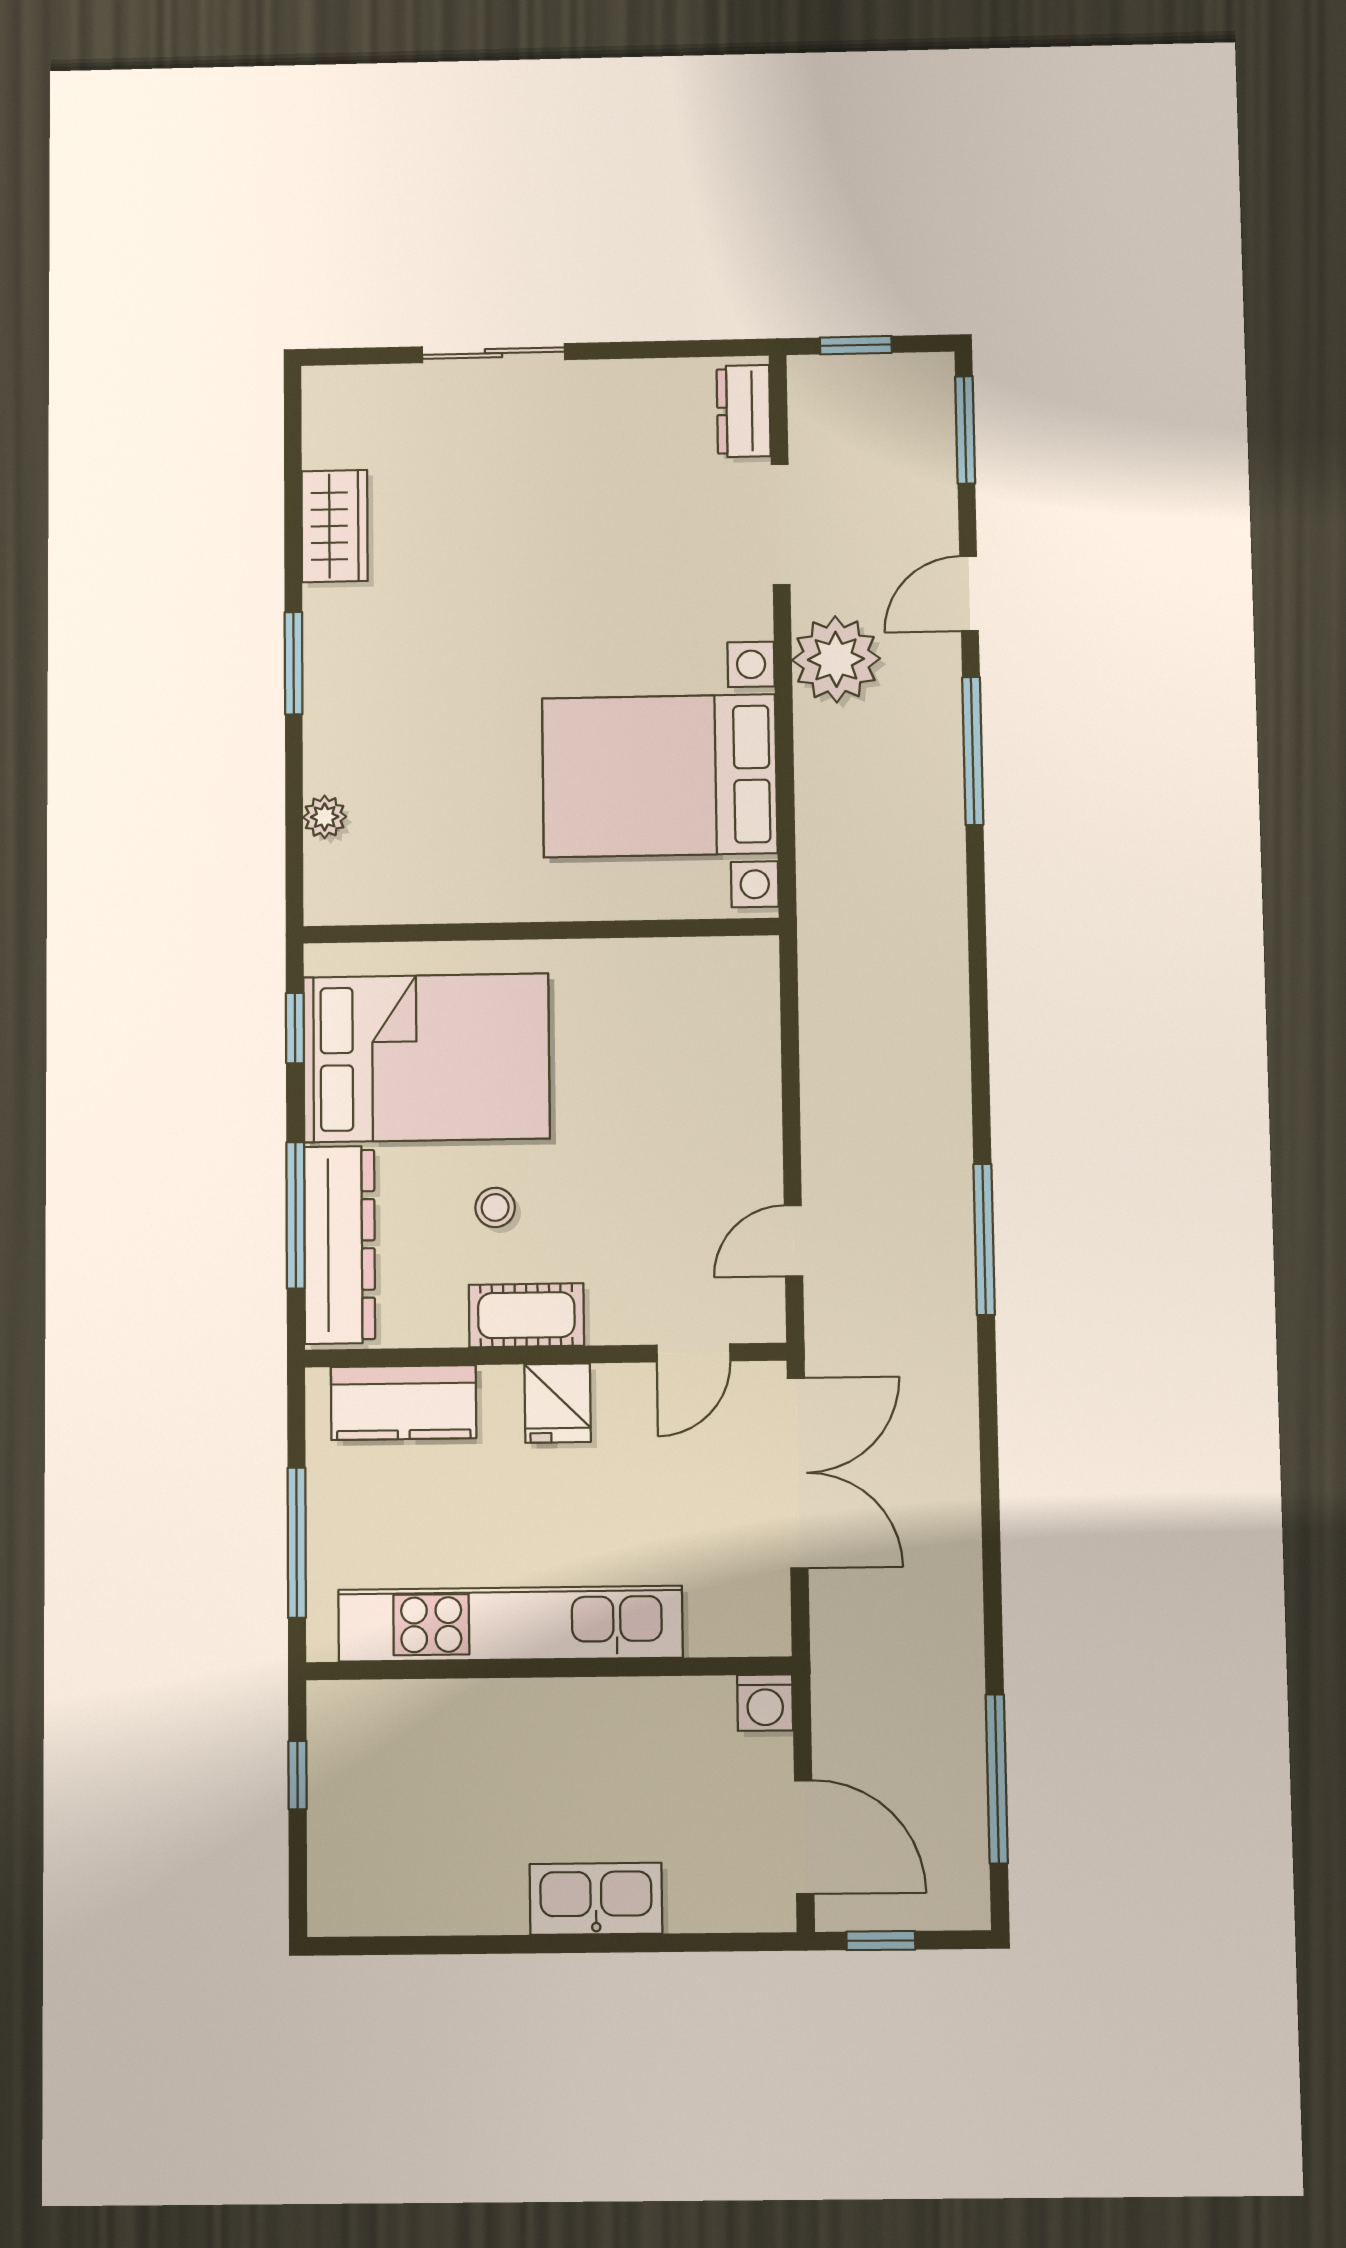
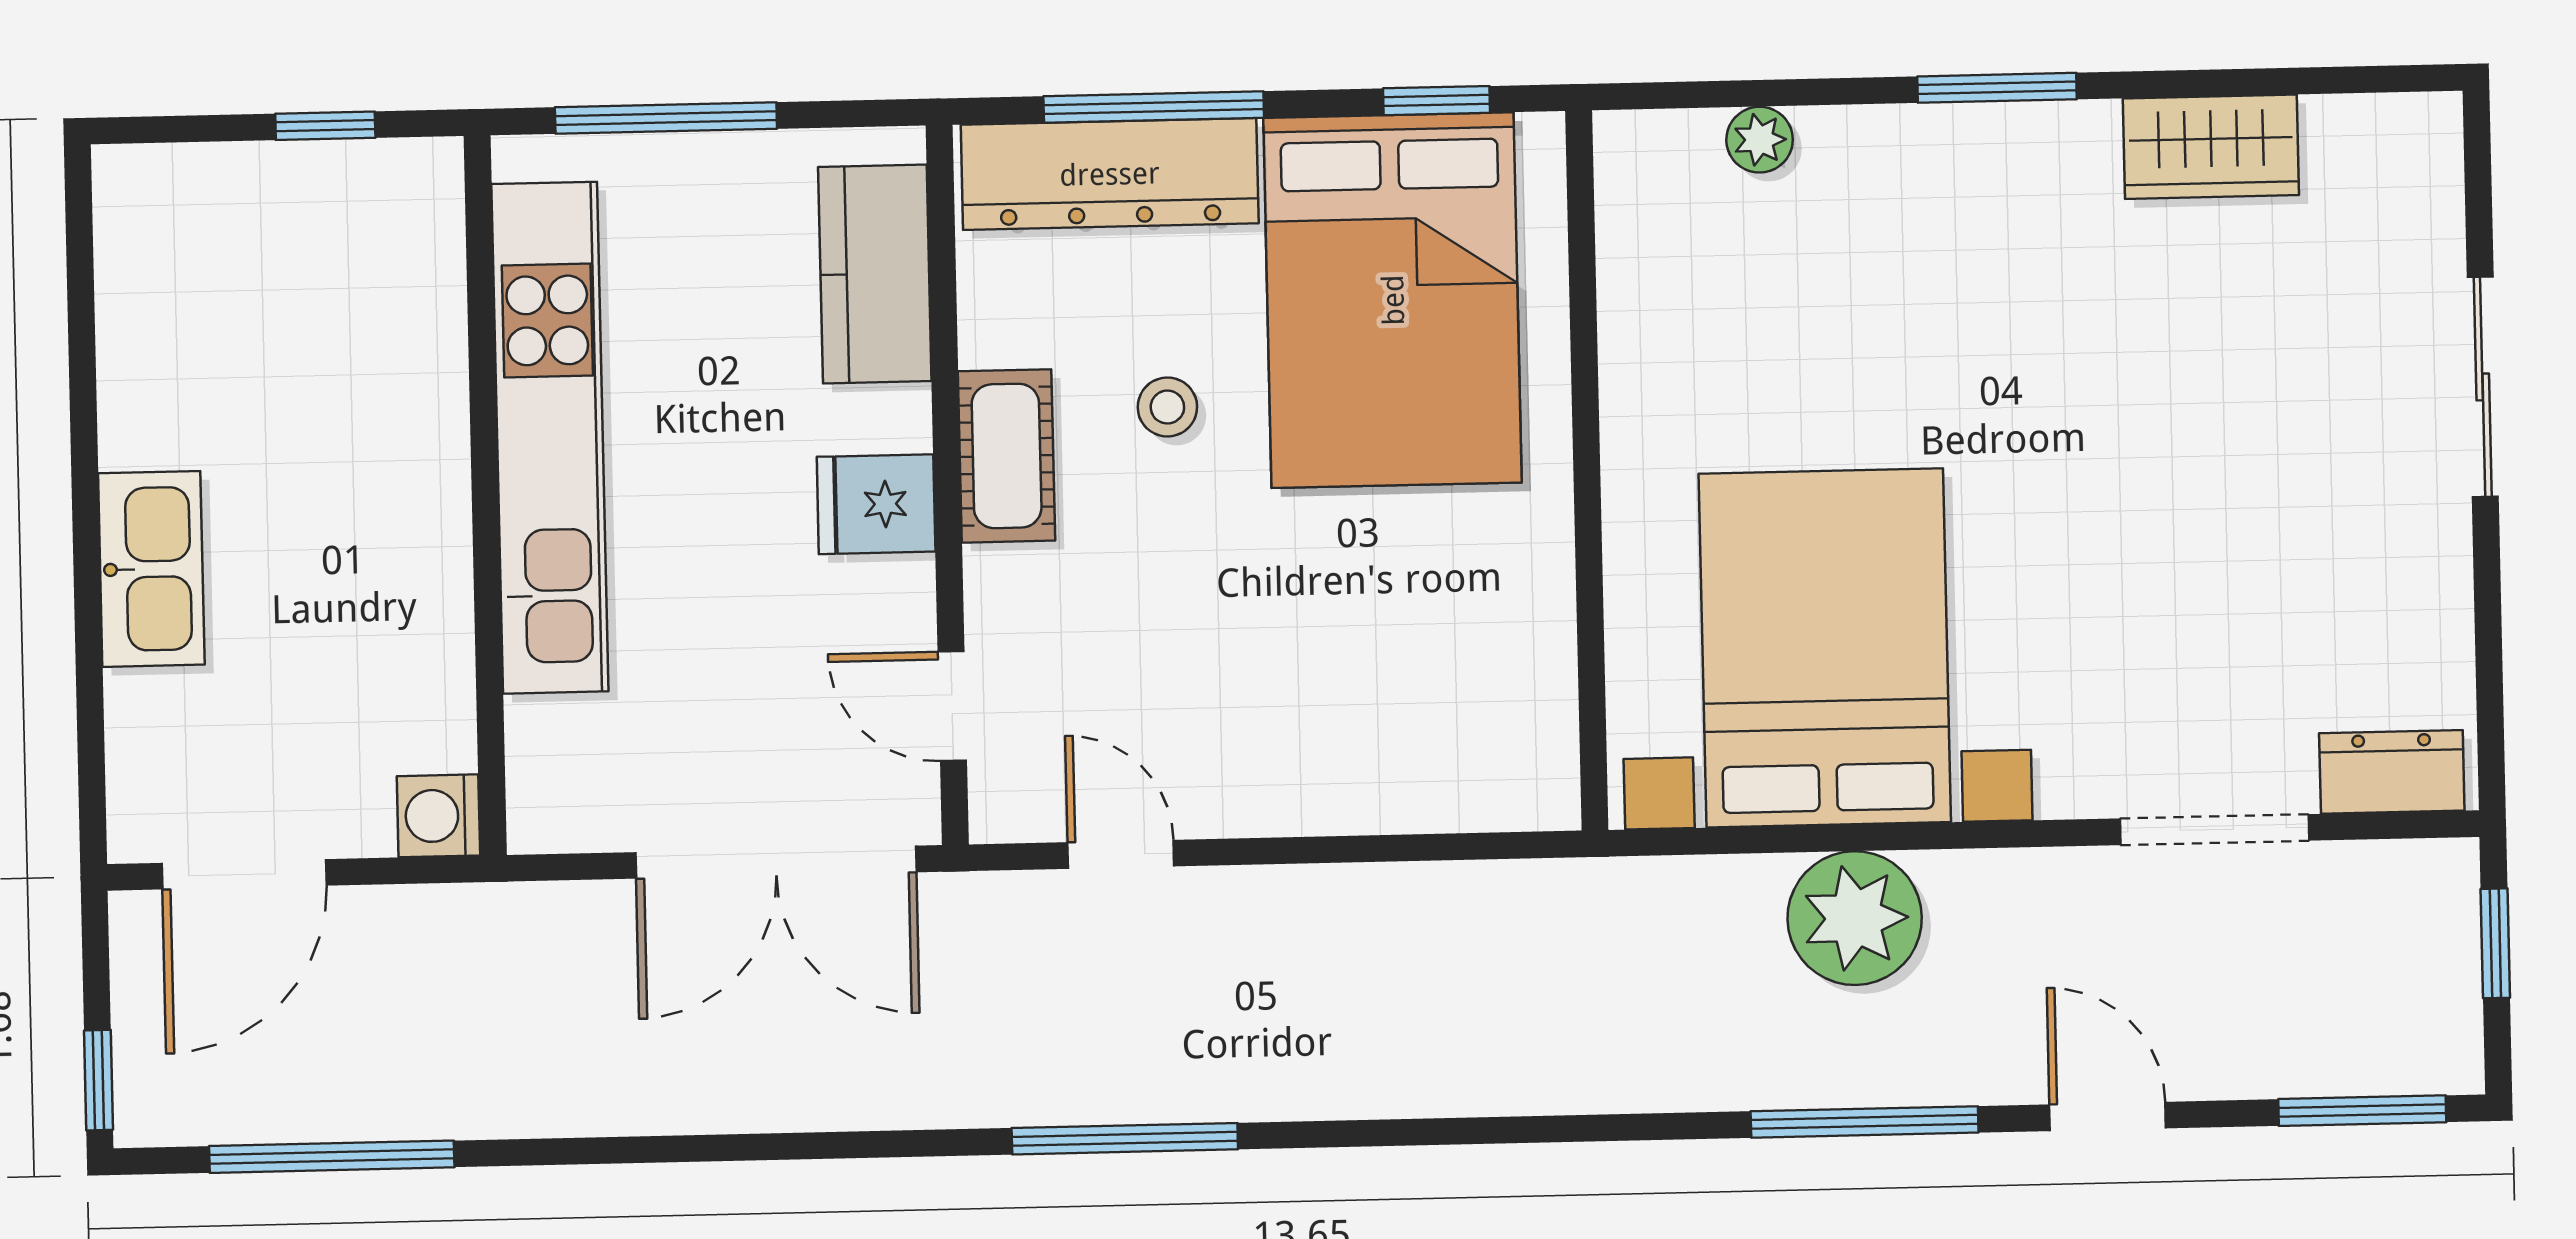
plant: (836, 659) -> (1855, 918), moved
window: (881, 1941) -> (98, 1080), moved

